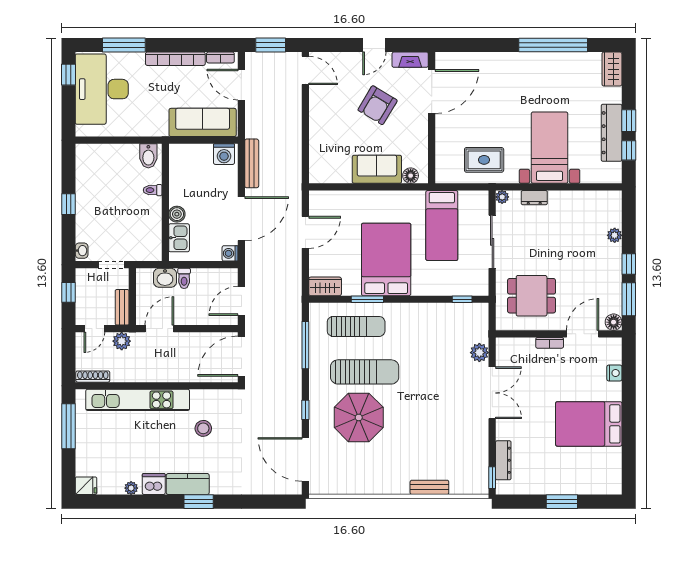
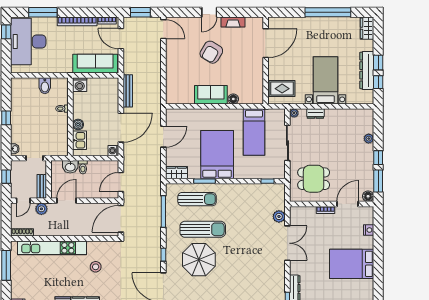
door: (432, 92) -> (266, 43), moved
wall: (432, 118) -> (266, 60), moved
washing machine: (224, 154) -> (80, 85), moved
bidet: (148, 156) -> (45, 86), moved

